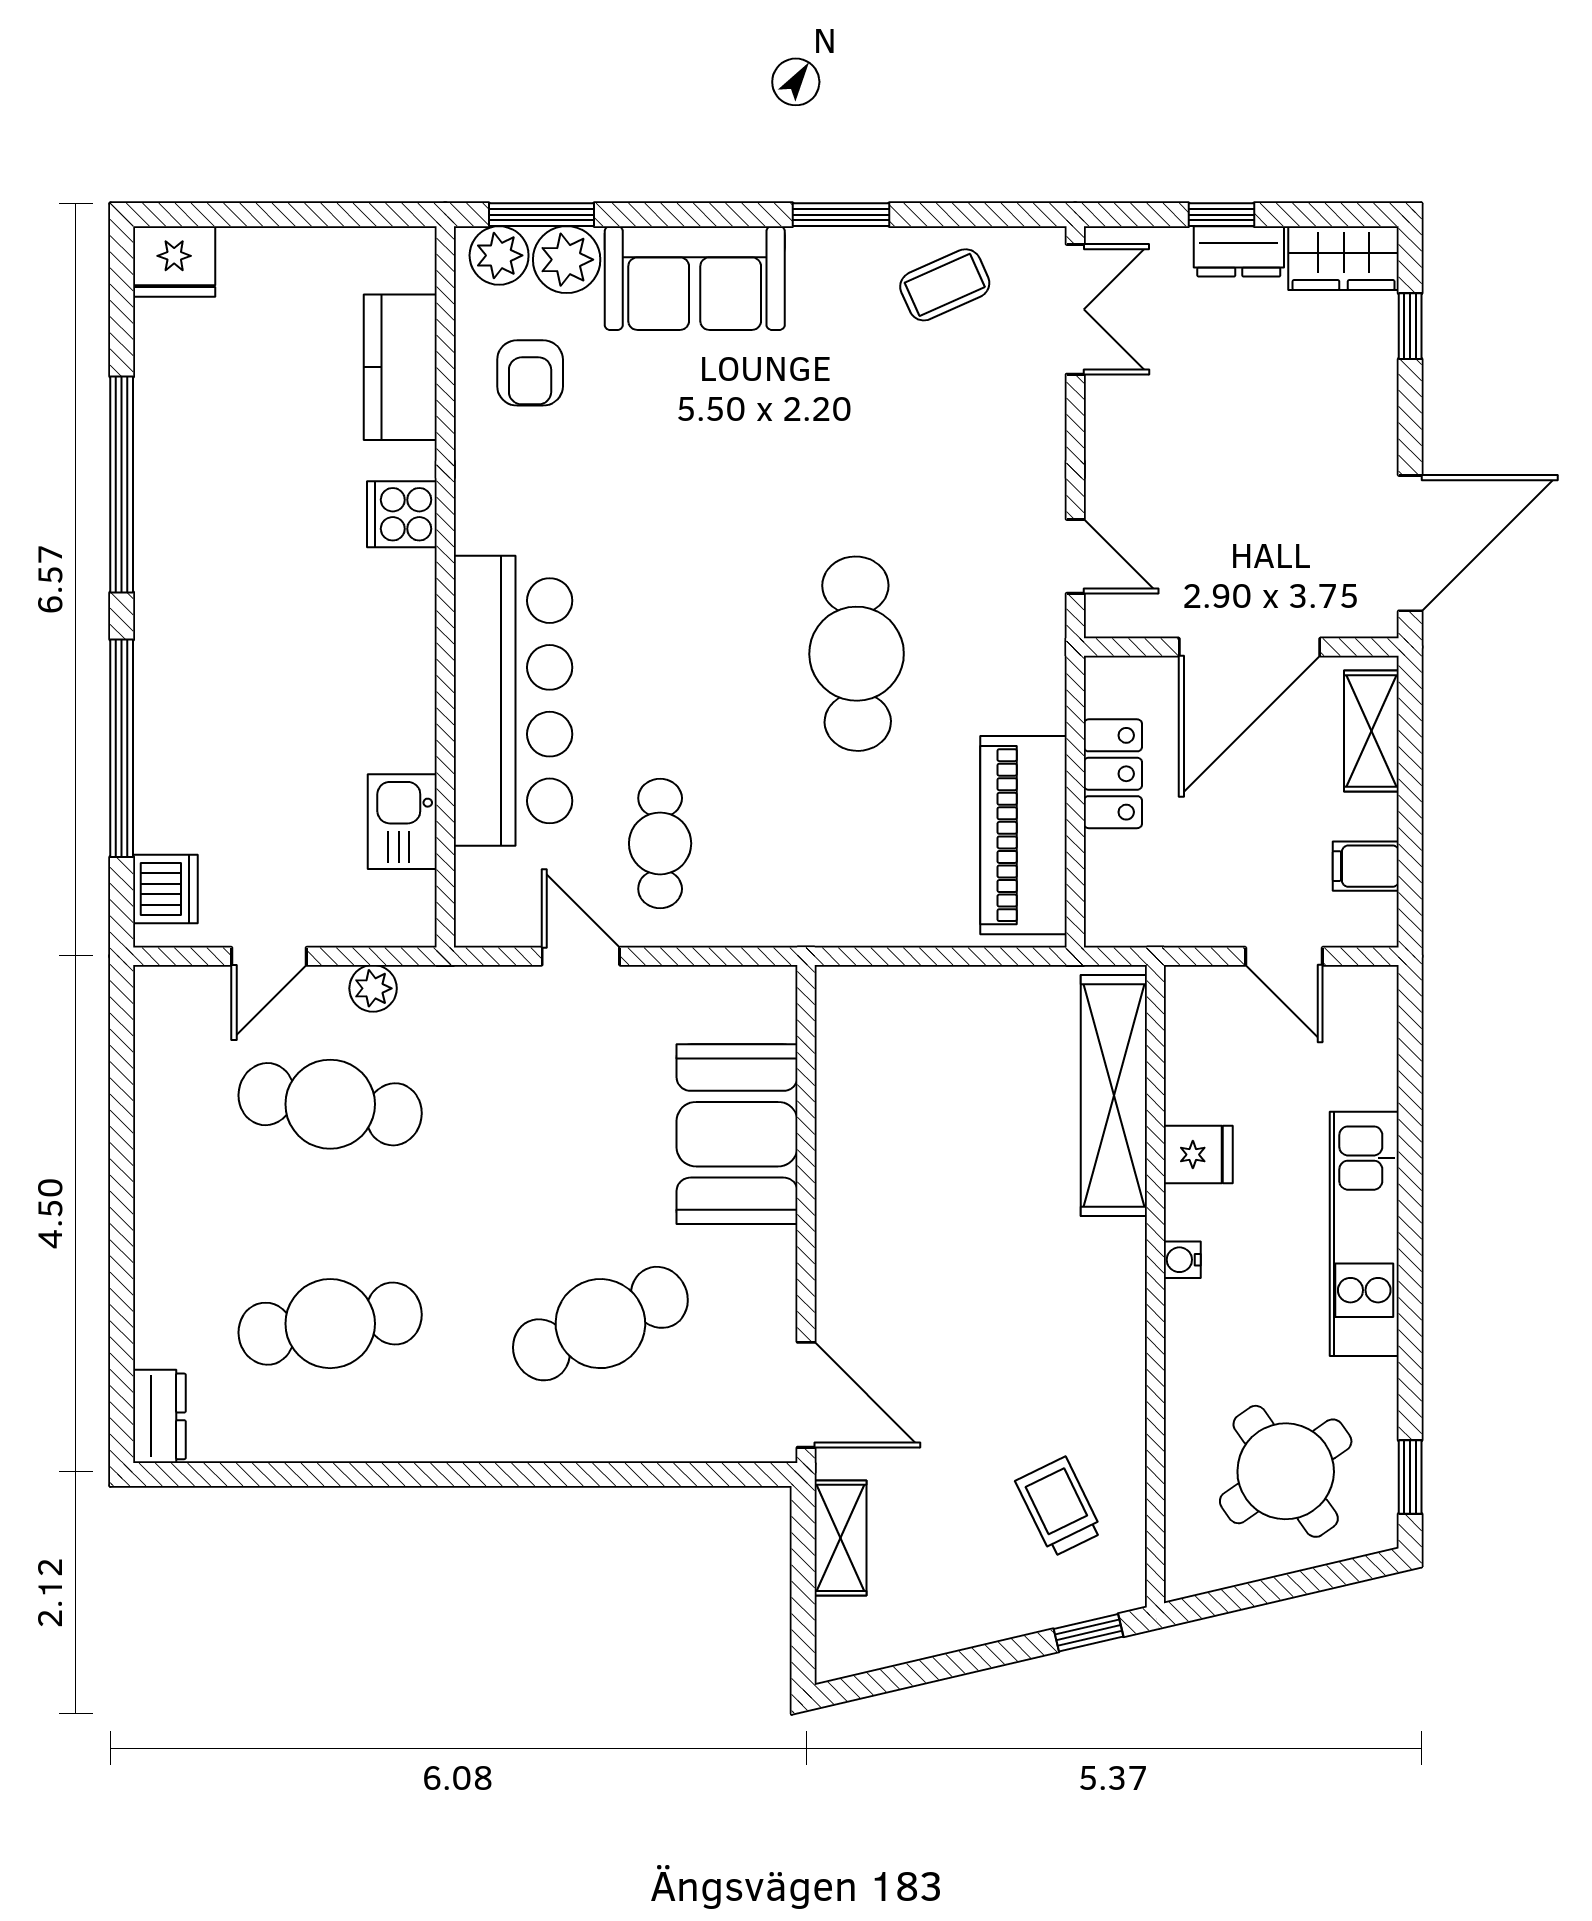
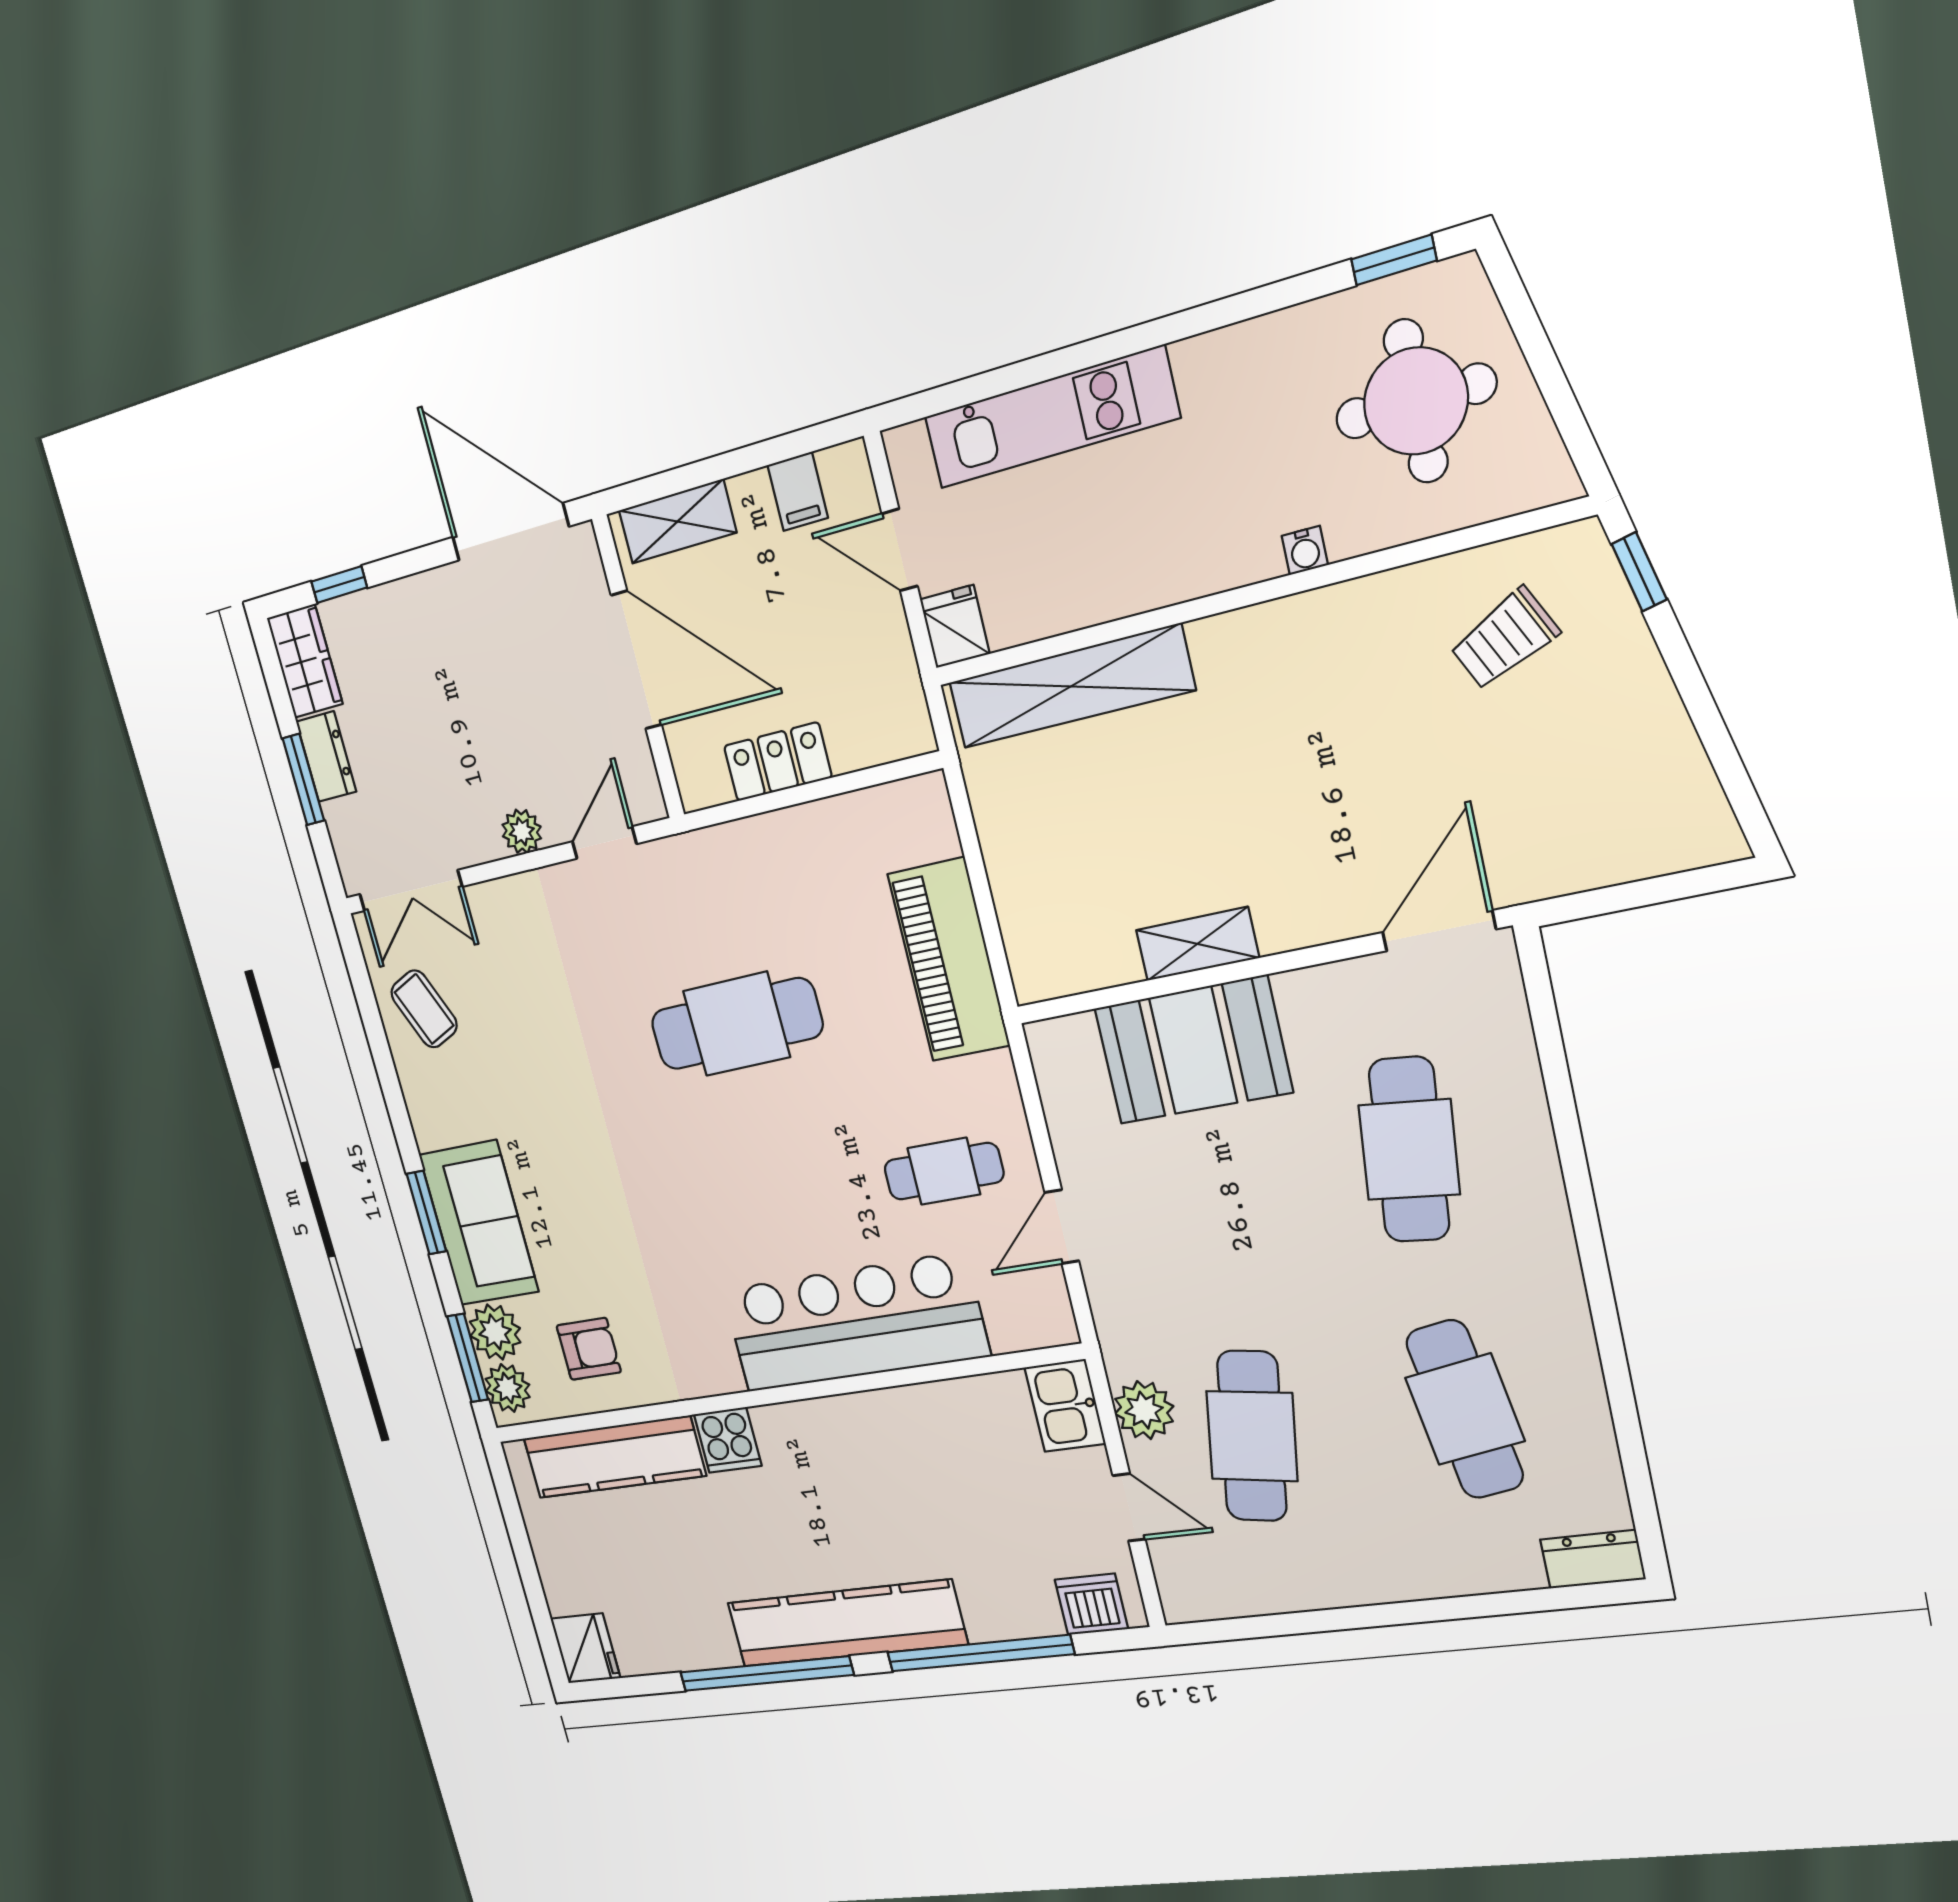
window: (841, 215) -> (426, 1212), moved
window: (1221, 215) -> (303, 779), width x1.50
double door: (1075, 309) -> (411, 890), swing flipped
kitchen counter: (400, 367) -> (614, 1457), width x1.50
plant: (1108, 463) -> (522, 831), added
kitchen counter: (172, 599) -> (846, 1623), added
kitchen sink: (402, 822) -> (1065, 1406), moved, turned 90
piano: (1023, 835) -> (949, 960), moved, turned 90
door: (1284, 956) -> (900, 550), swing flipped
plant: (373, 988) -> (1144, 1410), width x1.38, depth x1.38
fridge: (1198, 1155) -> (955, 627), moved
kitchen unit: (1364, 1234) -> (1051, 417), moved
water cooler: (1182, 1260) -> (1305, 550), moved
cafe table: (600, 1324) -> (1409, 1150), turned 30
round table: (1286, 1471) -> (1416, 401), turned 35
shelving: (841, 1538) -> (1197, 944), moved

